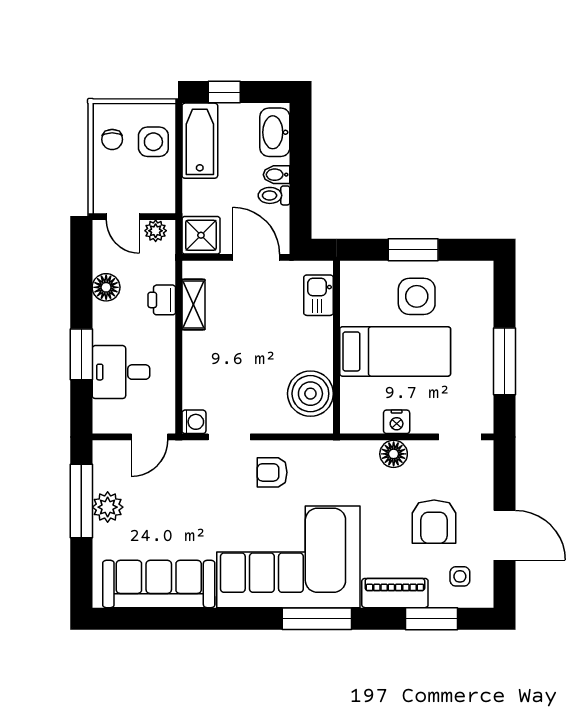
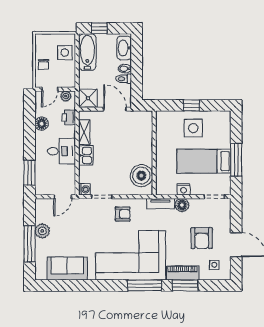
chair: (112, 139) -> (43, 64), moved
door: (123, 217) -> (50, 89), hinge flipped
window: (413, 250) -> (191, 105), width x0.67
kitchen sink: (319, 295) -> (86, 155), moved, turned 180
printer: (162, 300) -> (69, 117), moved
bed: (395, 351) -> (204, 161), moved, turned 180
window: (81, 354) -> (30, 173), moved
desk: (121, 372) -> (61, 151), moved, turned 180
tv unit: (350, 451) -> (160, 204), added
armchair: (272, 472) -> (123, 214), turned 180
window: (81, 501) -> (30, 244), moved
sofa: (159, 584) -> (67, 269), width x0.73
window: (432, 619) -> (185, 285), moved

